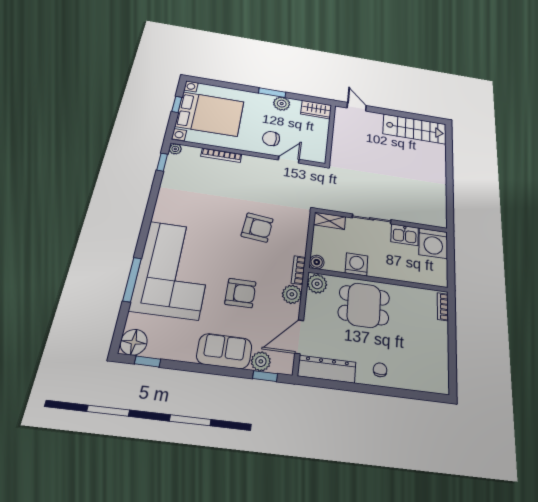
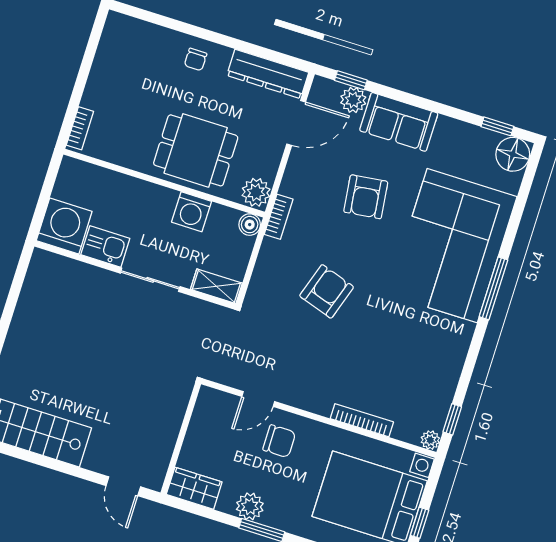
armchair: (257, 227) -> (327, 291), turned 102
window: (132, 280) -> (494, 288), moved
armchair: (240, 293) -> (366, 197), turned -97
plant: (292, 294) -> (295, 183), removed

